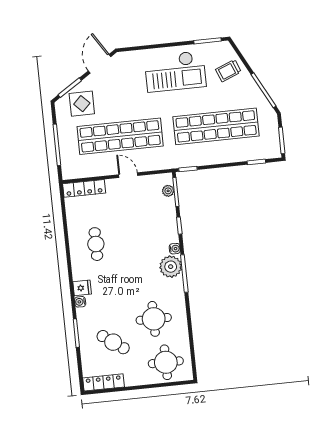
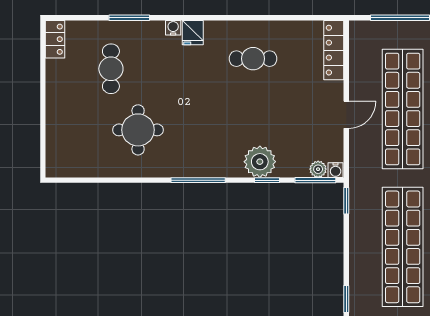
water cooler: (175, 249) -> (336, 170), moved
plant: (171, 267) -> (260, 162), moved
cafe table: (113, 342) -> (111, 69), turned -36
round table: (166, 362) -> (75, 141), removed
locker: (104, 382) -> (55, 39), width x0.66

